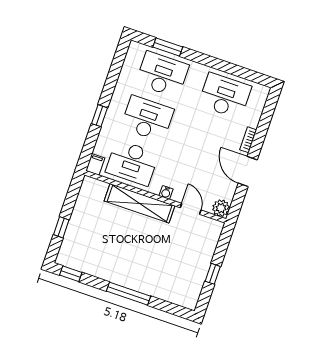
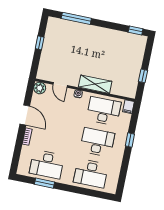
window: (168, 47) -> (44, 183), moved
desk: (147, 119) -> (97, 142), turned 180
shelving: (140, 203) -> (95, 84), width x0.68
window: (61, 227) -> (143, 76), moved
window: (128, 294) -> (76, 18), moved

